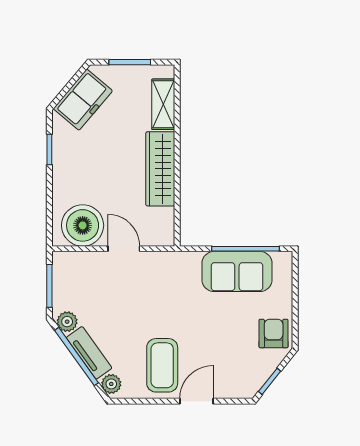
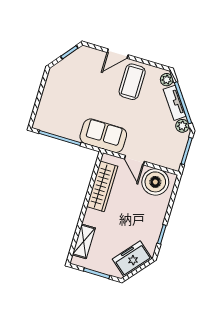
wardrobe: (160, 169) -> (102, 186), moved
sofa: (237, 271) -> (103, 136), moved
armchair: (274, 334) -> (58, 81), removed

